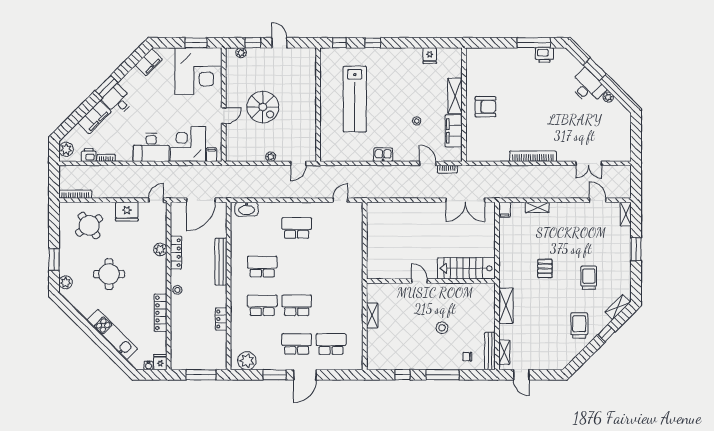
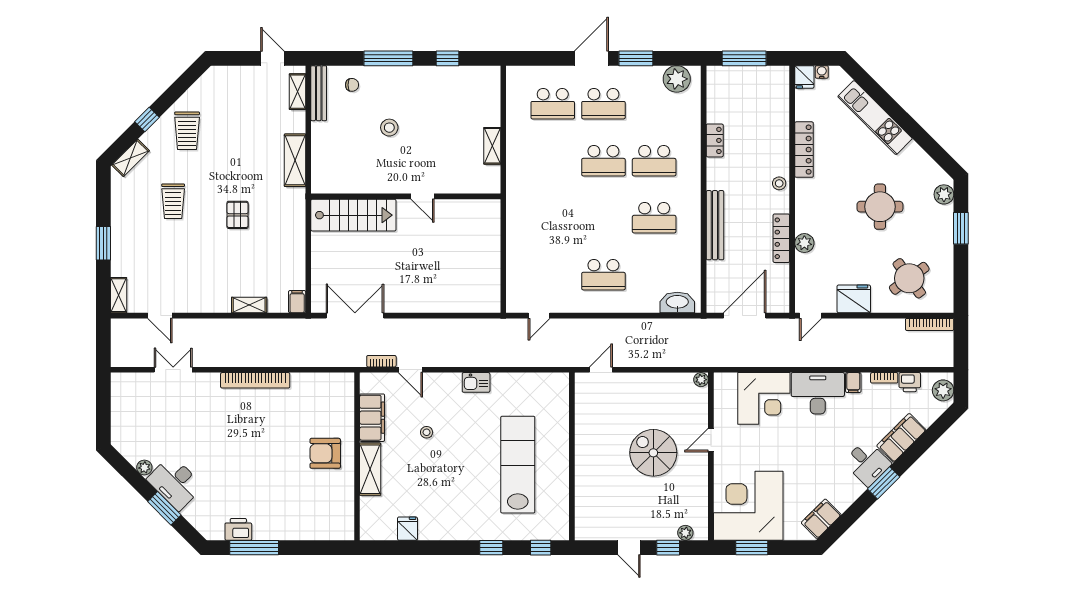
filing cabinet: (212, 155) -> (853, 383), moved
plant: (271, 157) -> (701, 380), moved

